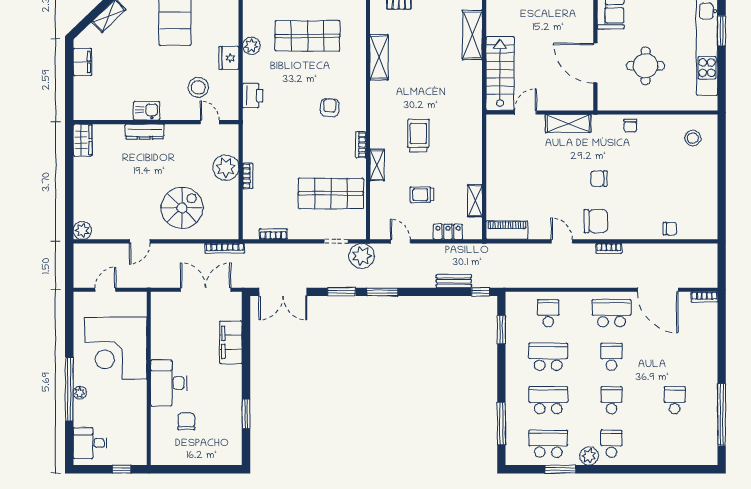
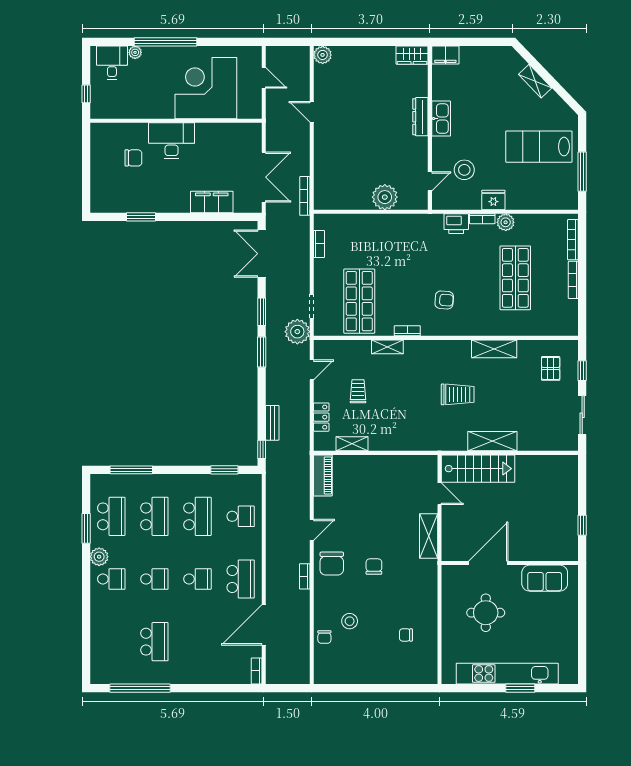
shelving: (472, 35) -> (492, 441), moved
filing cabinet: (82, 62) -> (445, 55), moved
kitchen sink: (147, 111) -> (441, 119), width x1.38
chair: (630, 126) -> (406, 635), moved
trolley: (418, 136) -> (458, 394), moved
stool: (693, 138) -> (350, 621), moved
bookcase: (248, 176) -> (482, 219), moved
spiral stairs: (182, 208) -> (345, 154), removed
plant: (80, 393) -> (135, 52), moved
school desk: (675, 400) -> (154, 642), width x1.85

